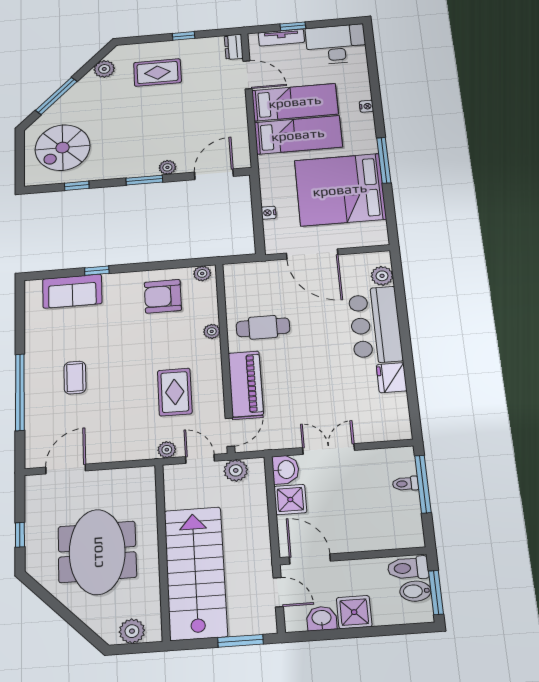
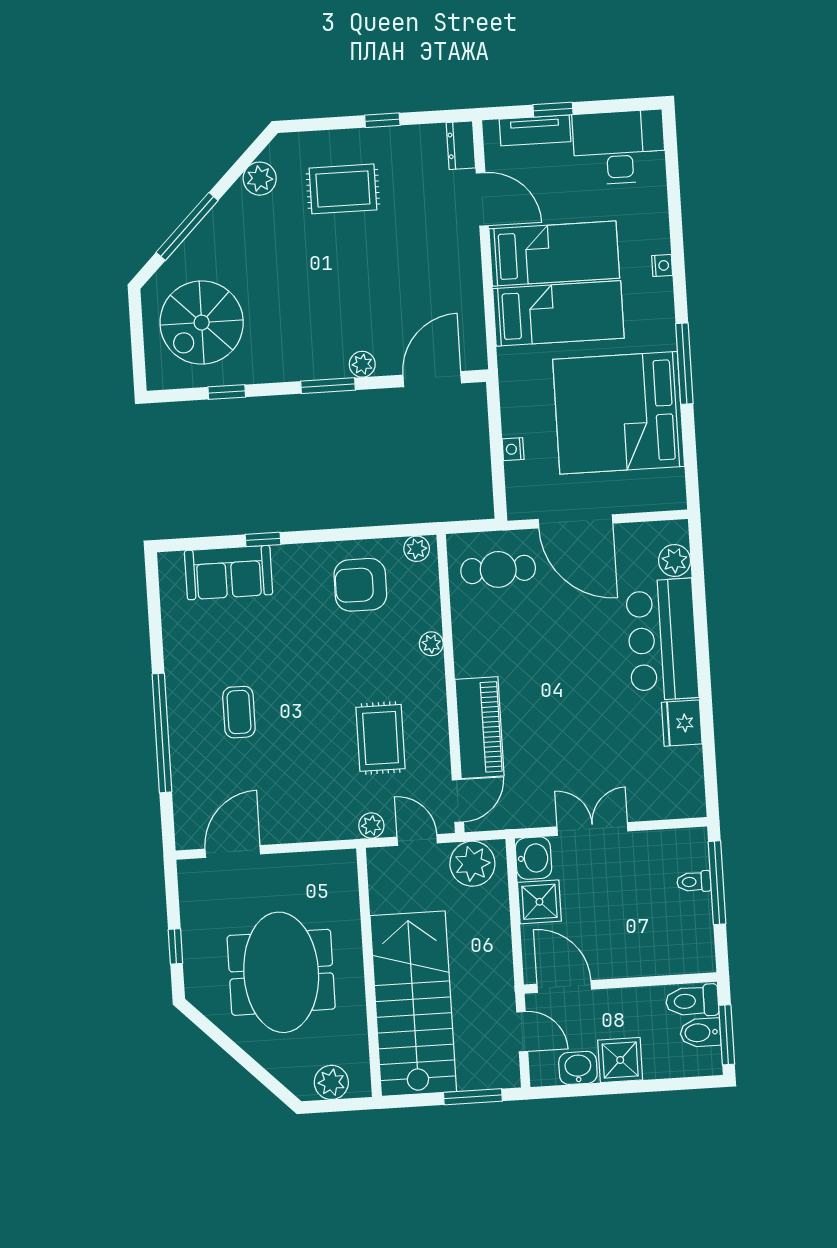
cafe table: (263, 327) -> (498, 569), moved
plant: (236, 470) -> (472, 864), width x1.36, depth x1.36

